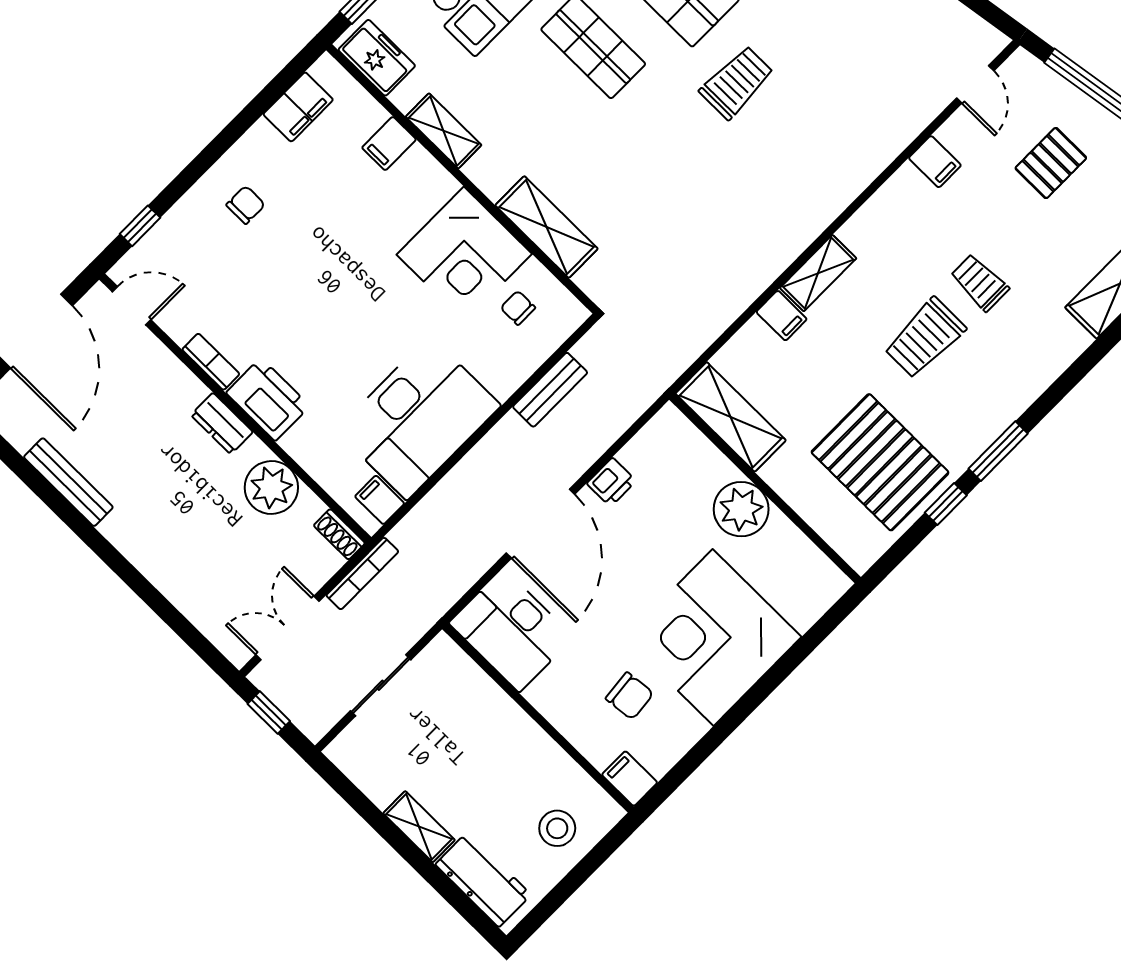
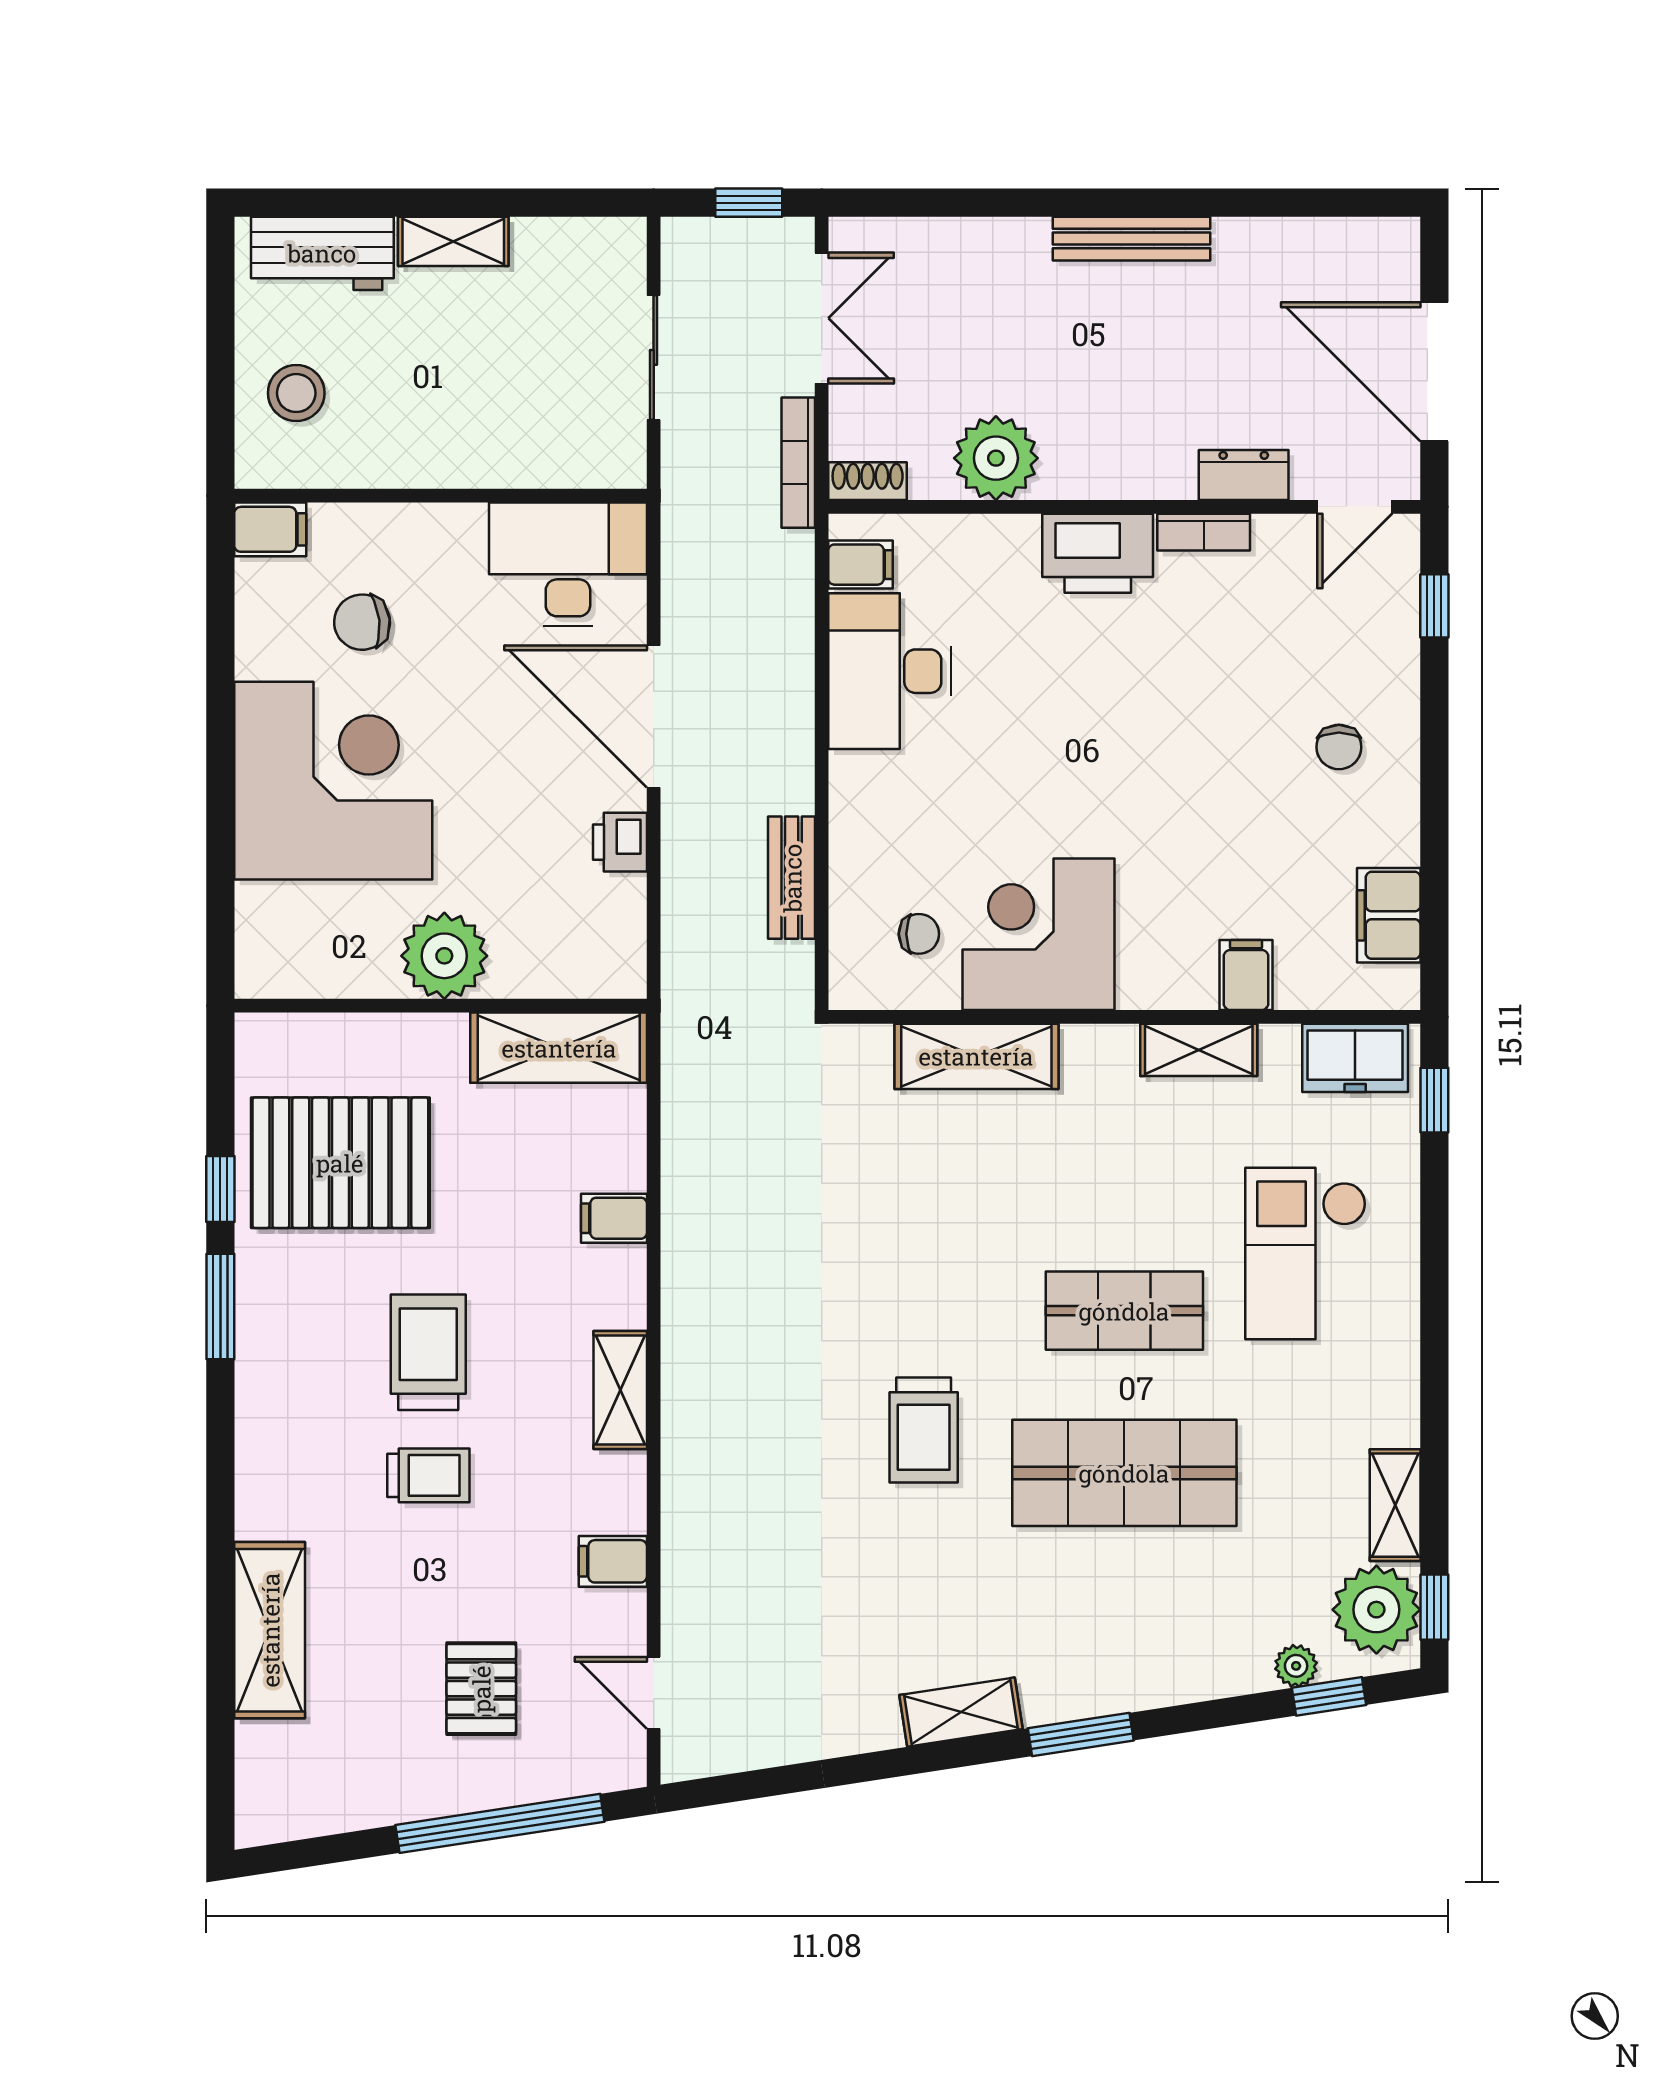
shelving: (818, 273) -> (620, 1390), moved
desk: (418, 418) -> (890, 671), width x0.73, depth x0.77
dresser: (222, 423) -> (1244, 475), moved
bench: (68, 482) -> (1132, 239), moved

